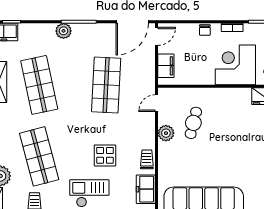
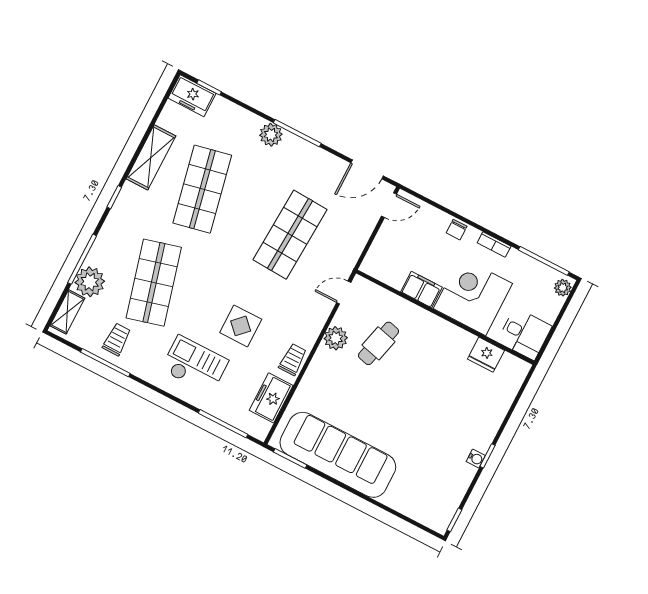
door: (132, 22) -> (367, 169), width x0.73
filing cabinet: (166, 66) -> (422, 289), moved, turned -90

